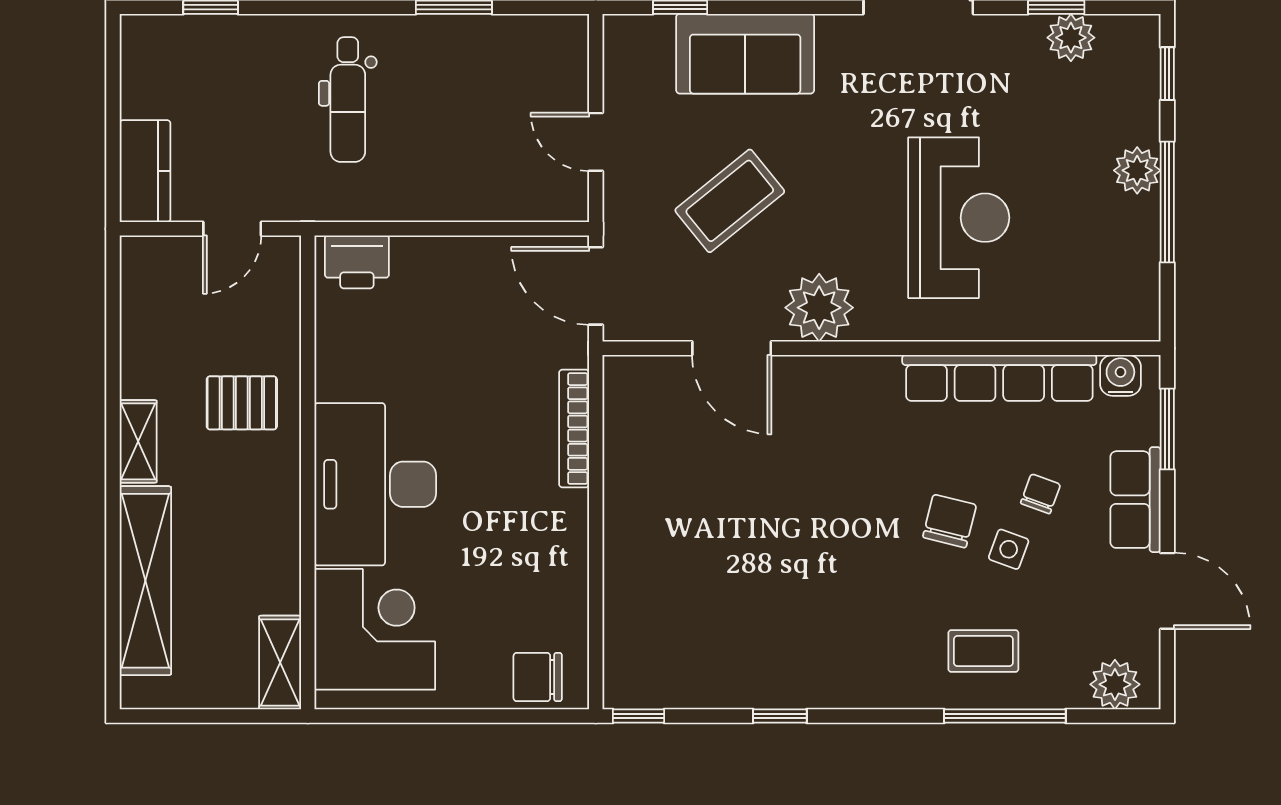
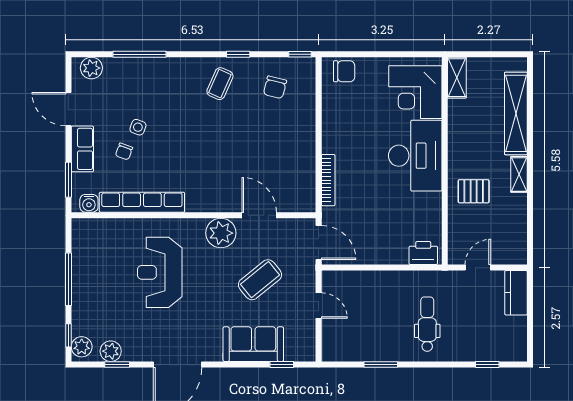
plant: (1137, 170) -> (82, 347), moved
chair: (950, 521) -> (275, 87), moved
coffee table: (983, 651) -> (220, 84), moved, turned -66

